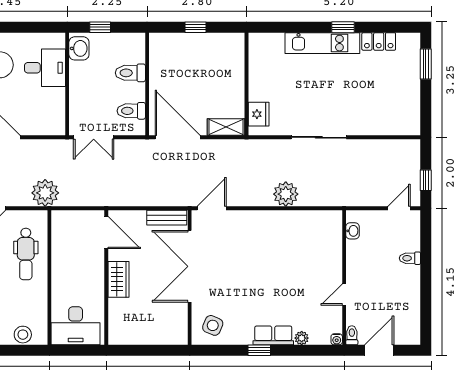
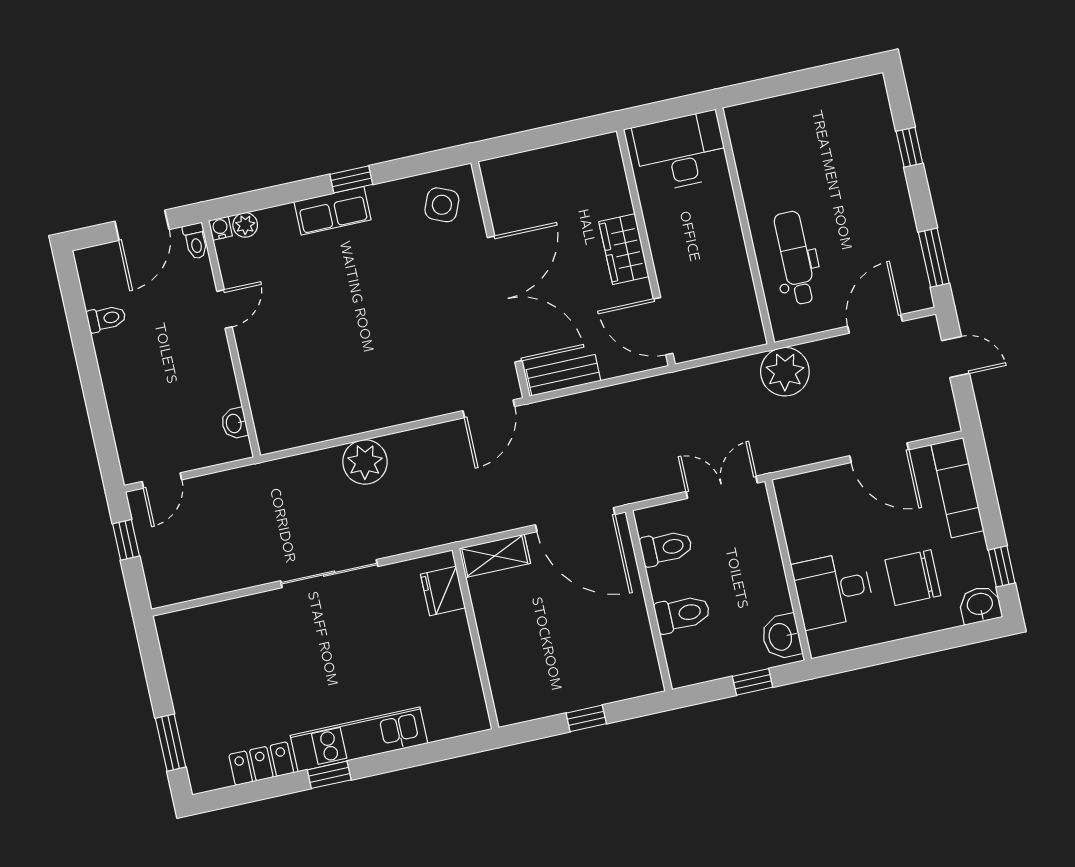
toilet: (410, 258) -> (106, 319), moved
stool: (23, 335) -> (770, 116), removed
plant: (302, 338) -> (245, 225), moved

